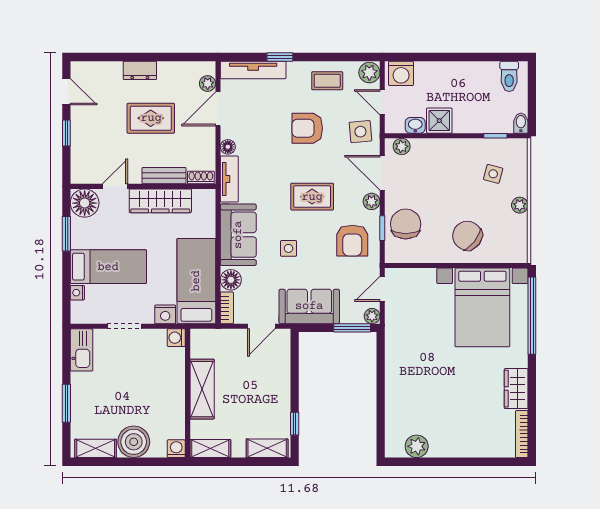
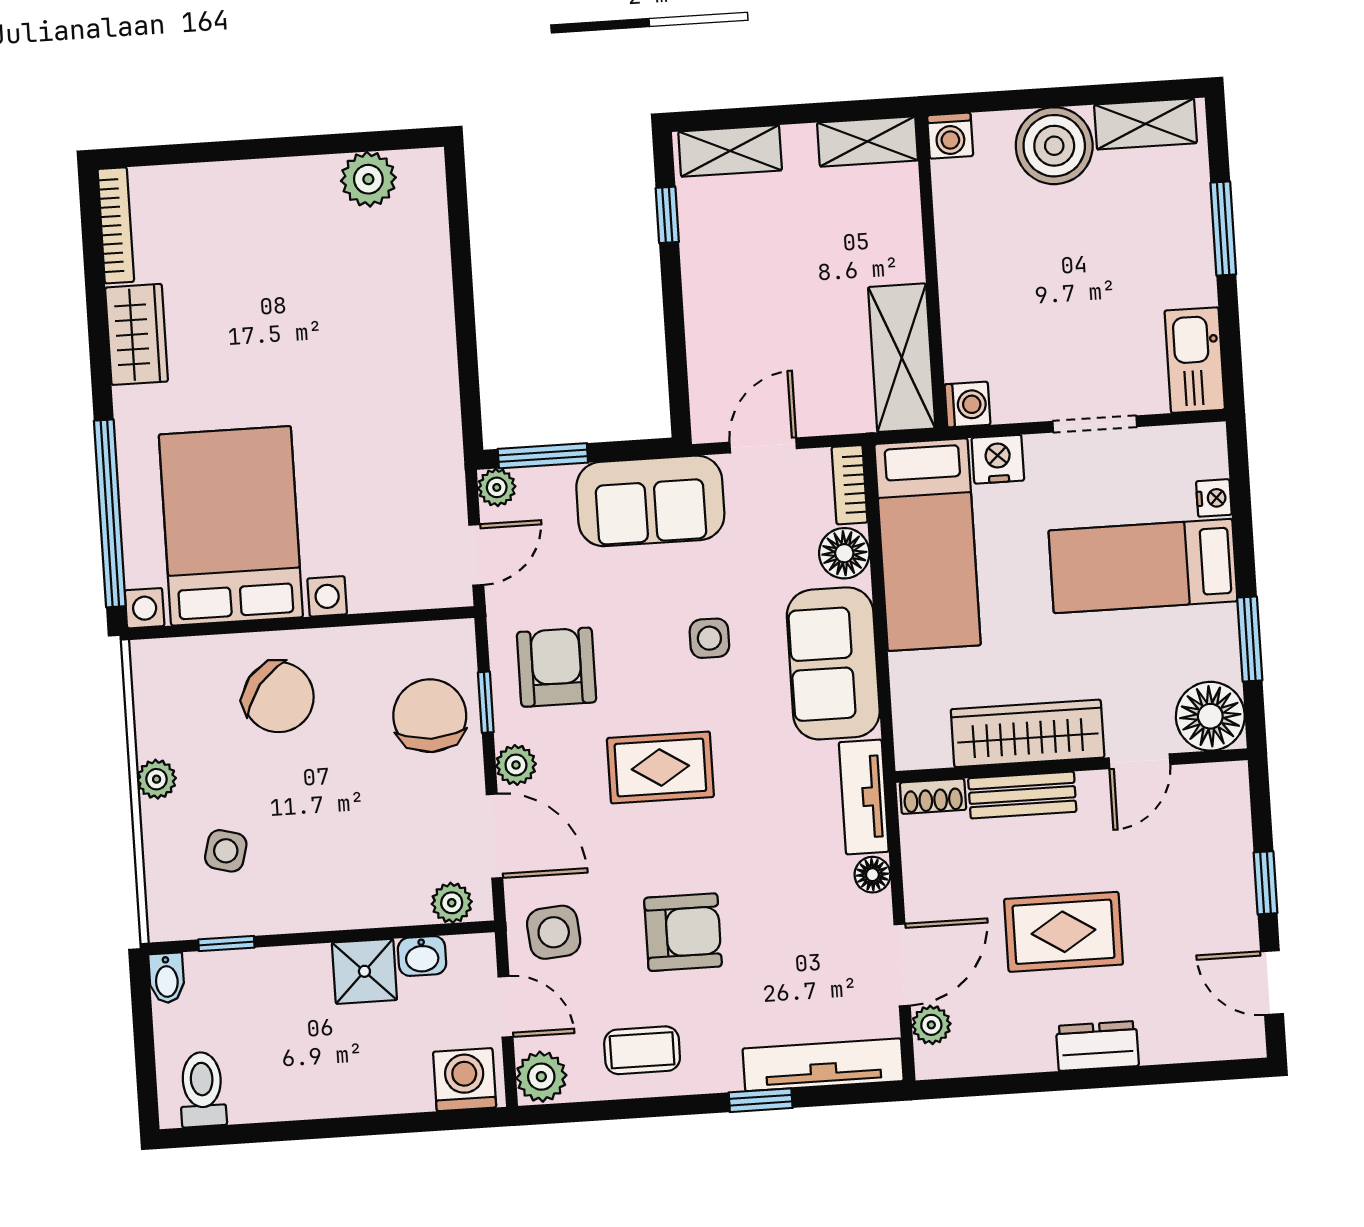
chair: (406, 224) -> (430, 716), turned 180
shelving: (202, 389) -> (902, 358), moved

